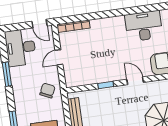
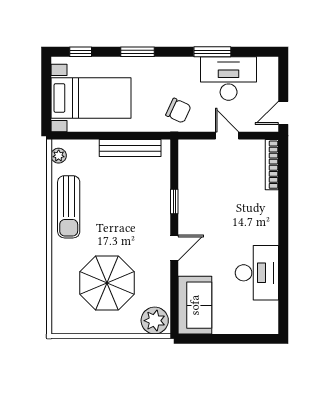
desk: (21, 47) -> (229, 79), moved

